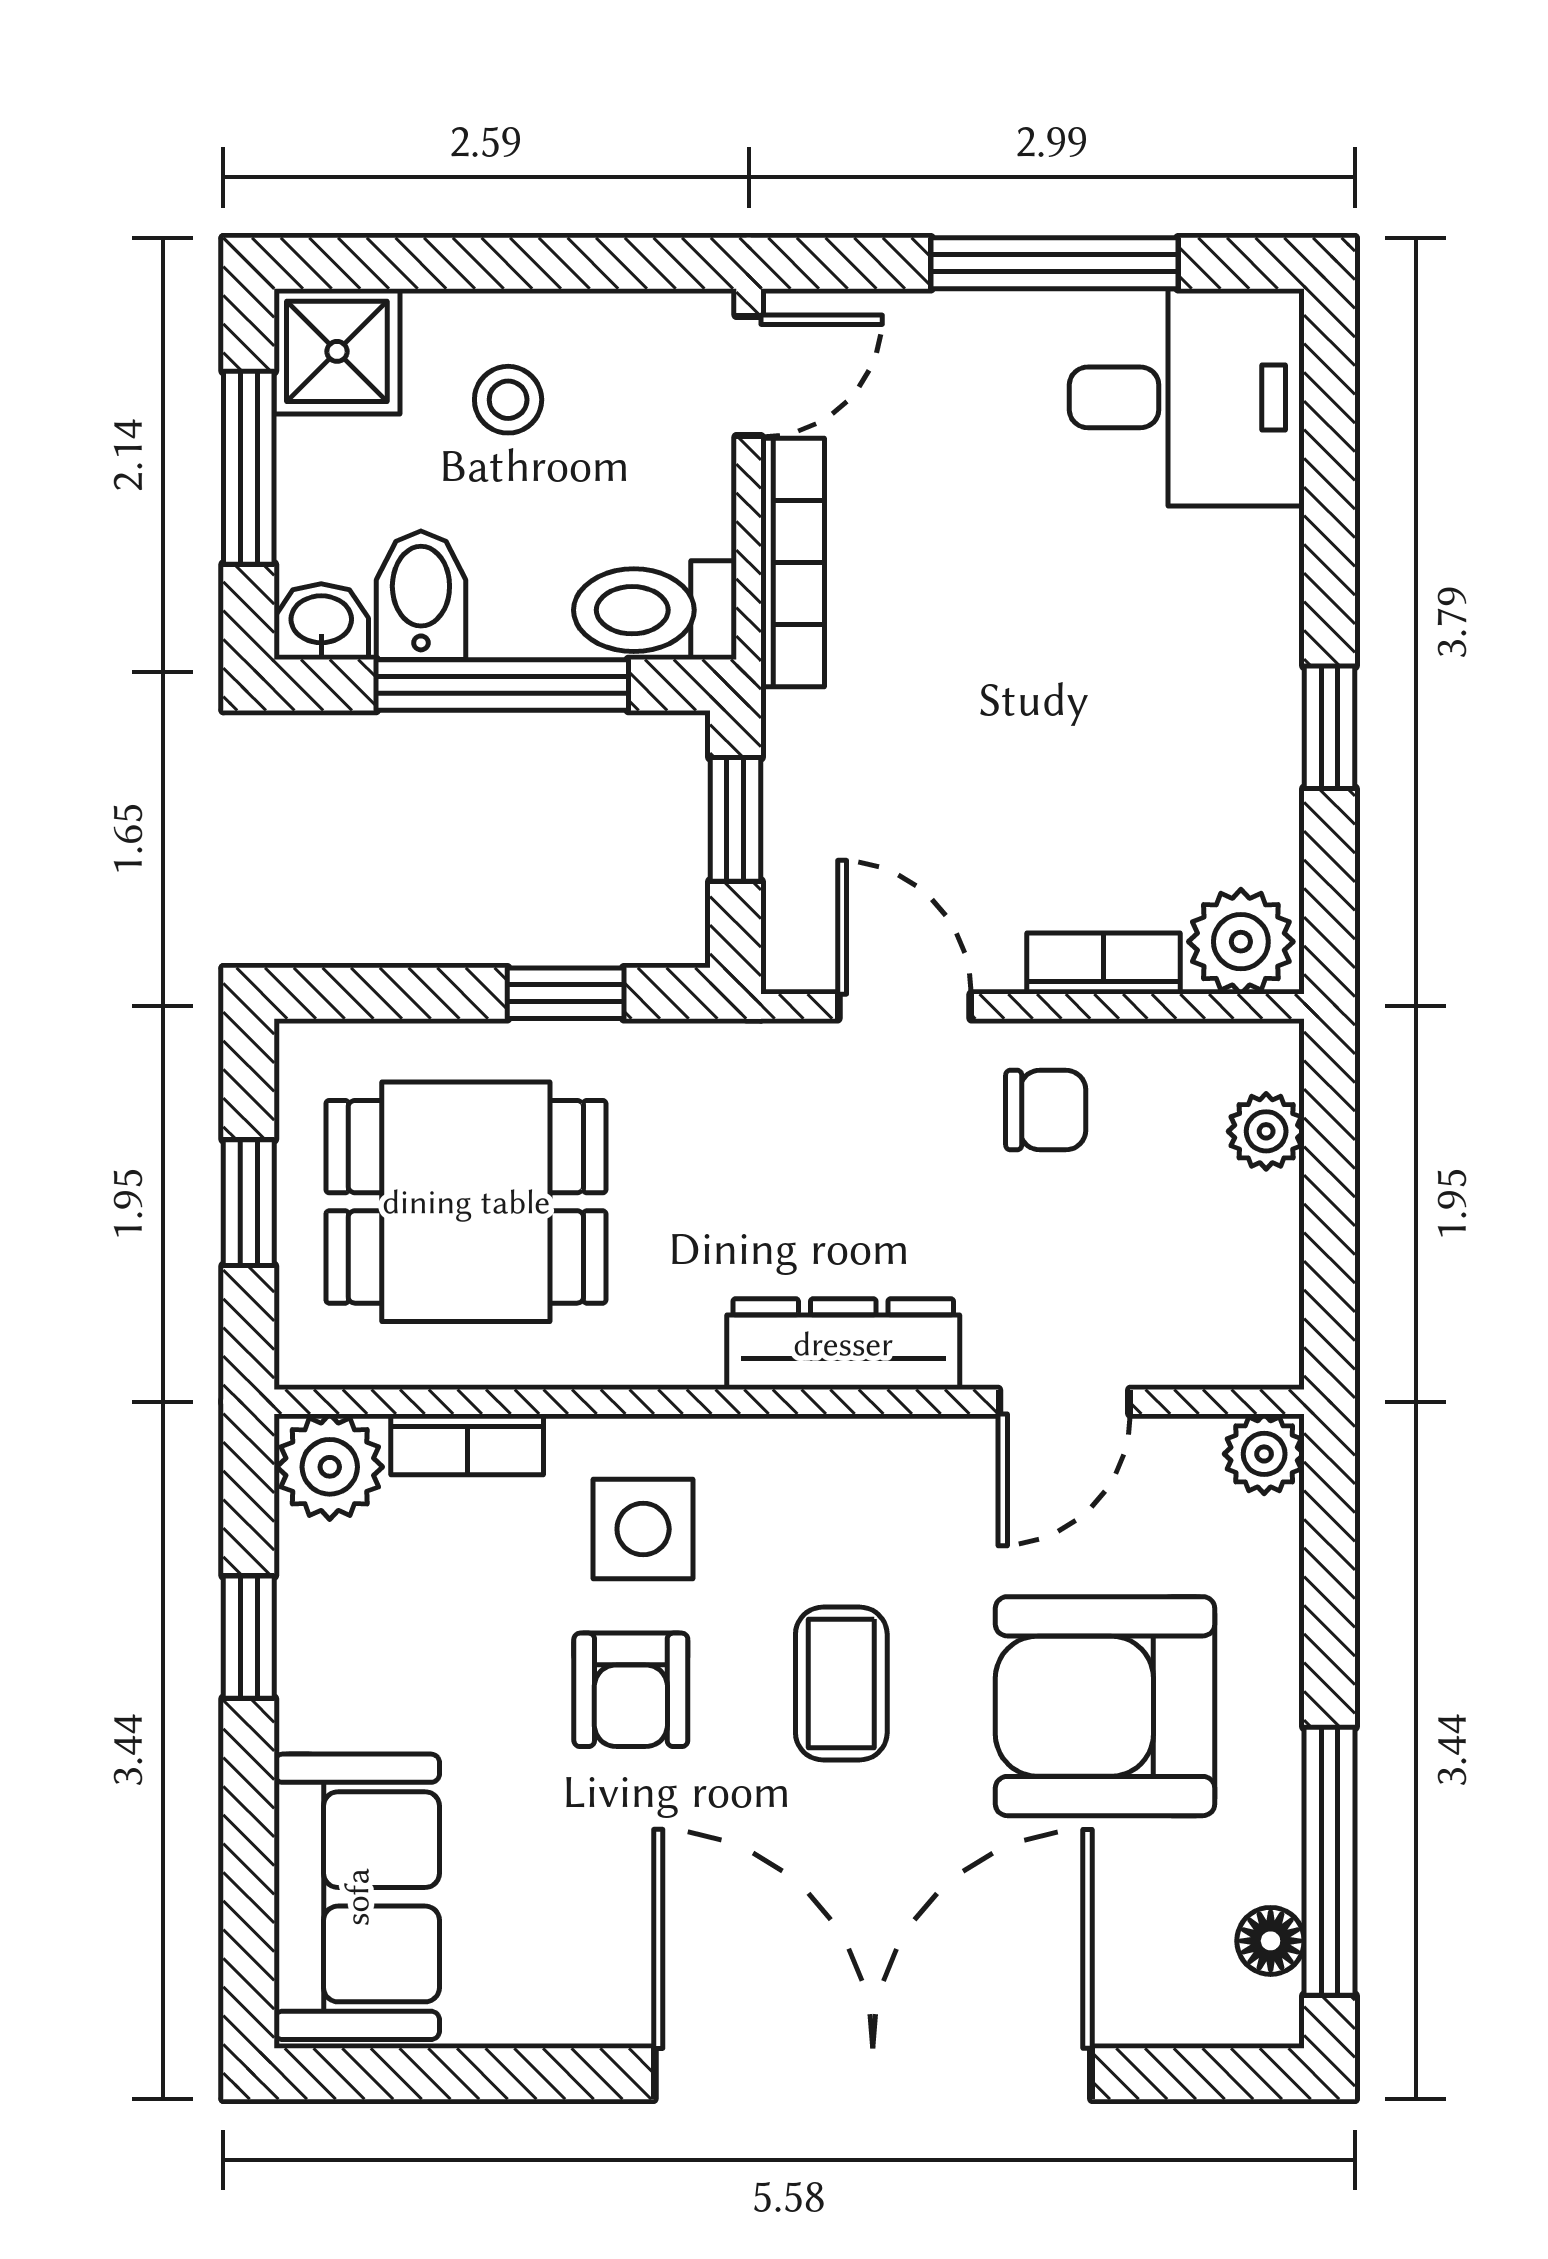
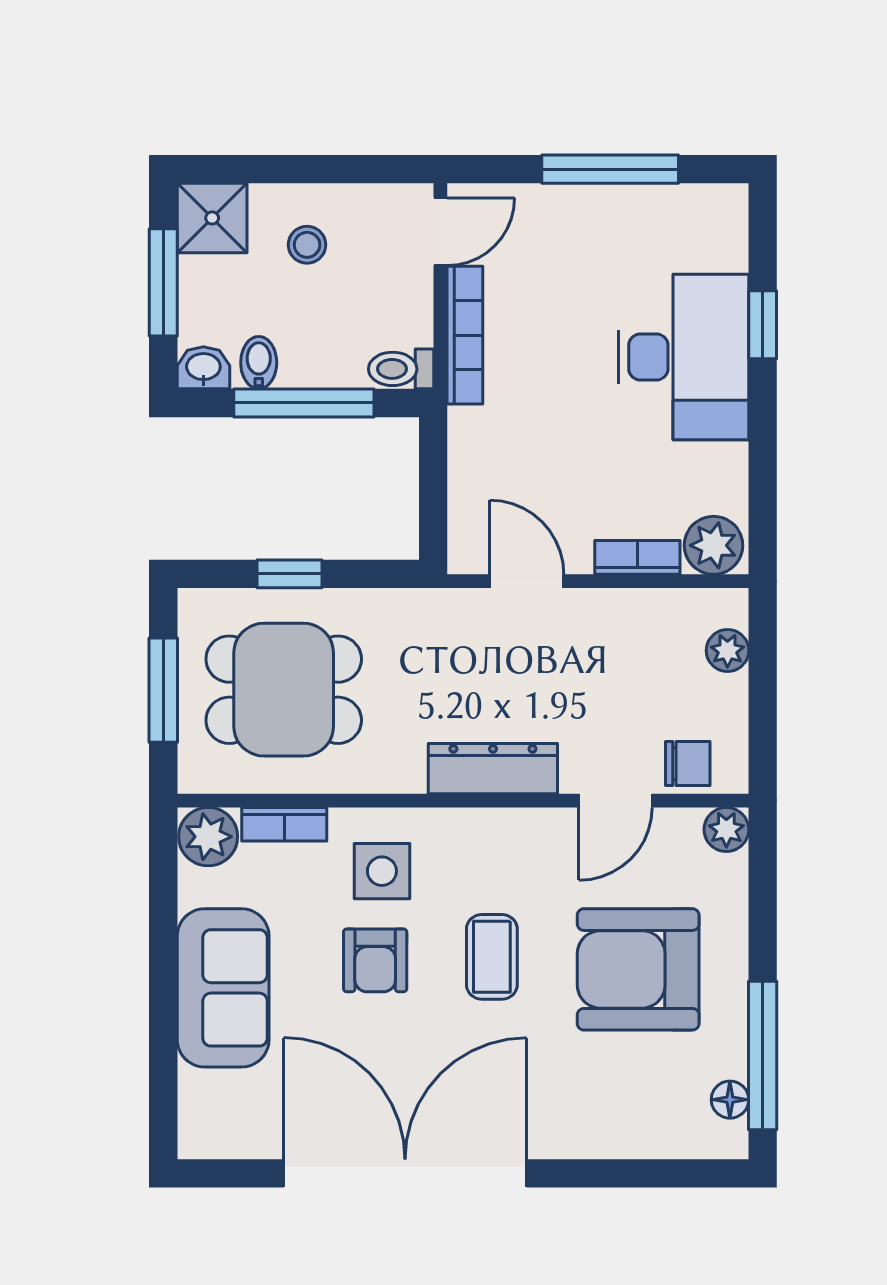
desk: (1187, 397) -> (684, 357), moved, width x1.37
bidet: (421, 595) -> (259, 363), width x0.72, depth x0.74
toilet: (655, 610) -> (401, 369), width x0.73, depth x0.72
window: (1329, 727) -> (763, 325), moved
window: (735, 819) -> (433, 478), removed
window: (566, 993) -> (289, 574), moved
chair: (1046, 1110) -> (688, 763), moved
window: (249, 1203) -> (163, 690), width x1.50
window: (249, 1637) -> (163, 931), removed
sofa: (357, 1897) -> (223, 988), moved
double door: (873, 2074) -> (405, 1173), moved

